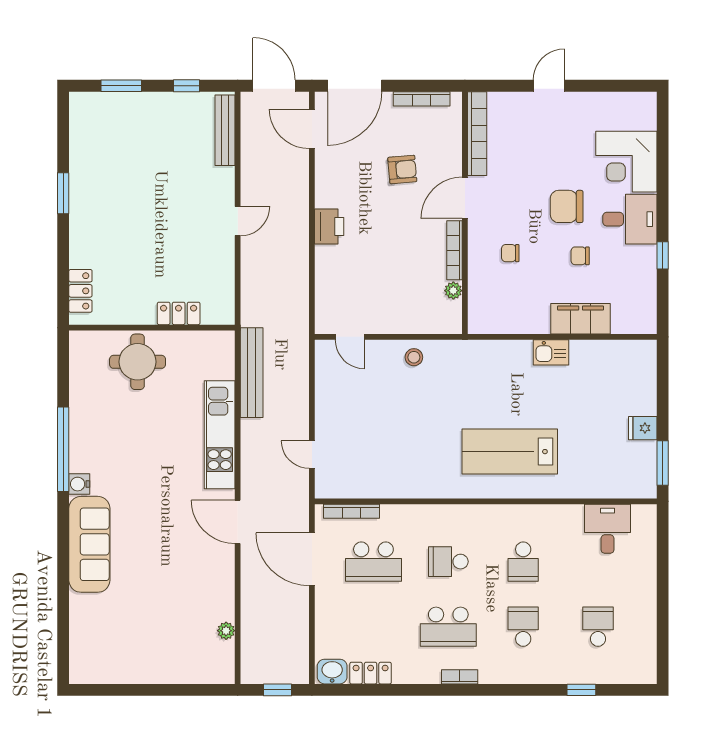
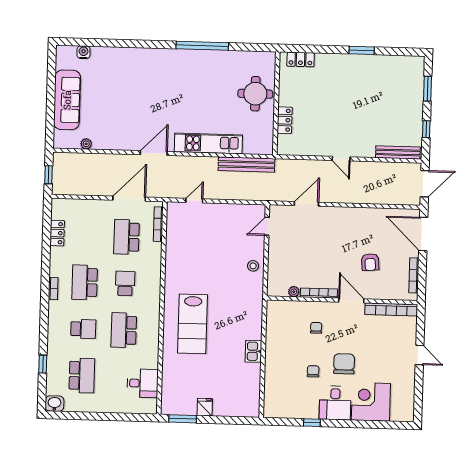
door: (312, 129) -> (306, 204), moved
printer: (329, 227) -> (336, 216), removed
filing cabinet: (581, 319) -> (274, 370), removed
lab bench: (510, 452) -> (193, 324), turned 180
water cooler: (79, 484) -> (83, 52), moved
sofa: (89, 544) -> (67, 100), moved, turned -90
school desk: (523, 562) -> (124, 330), width x1.85
school desk: (598, 627) -> (82, 376), width x1.85
washbasin: (332, 672) -> (54, 404), moved, turned -90

